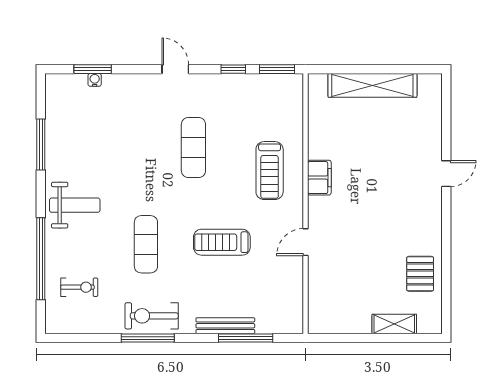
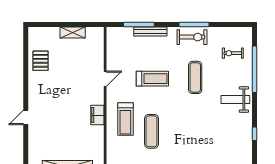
window: (41, 145) -> (255, 134), width x0.46
exercise mat: (193, 148) -> (151, 131), moved
treadmill: (270, 171) -> (125, 119), turned 180
shelving: (394, 324) -> (73, 32), moved

